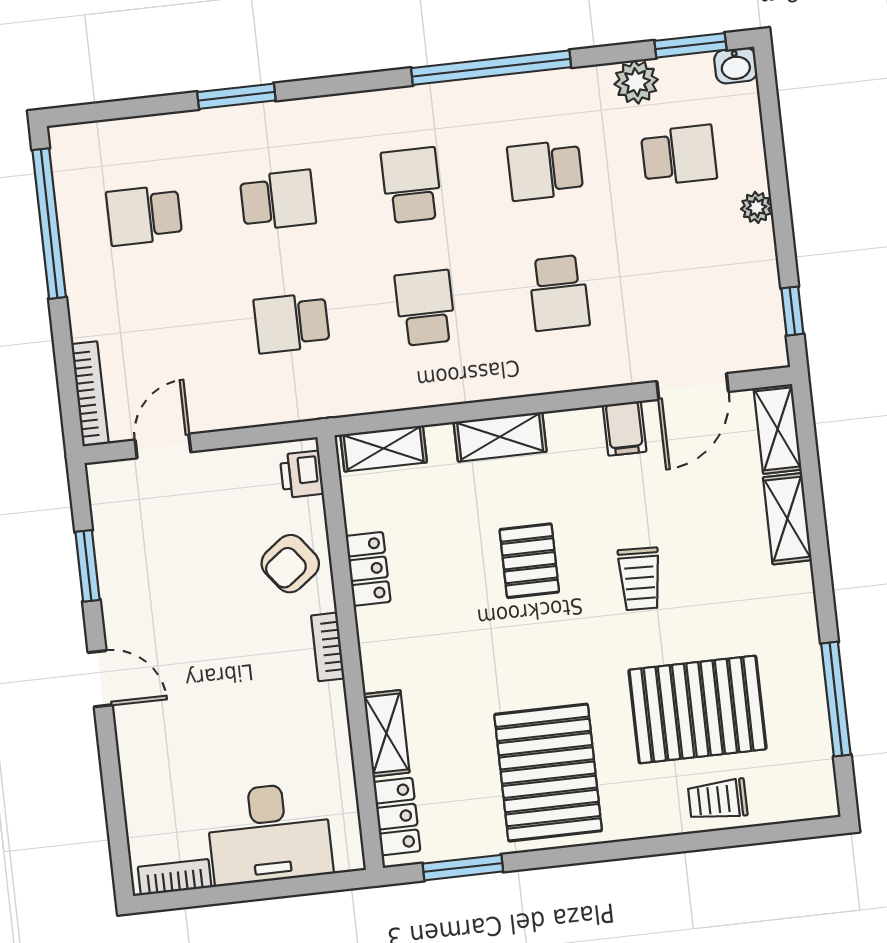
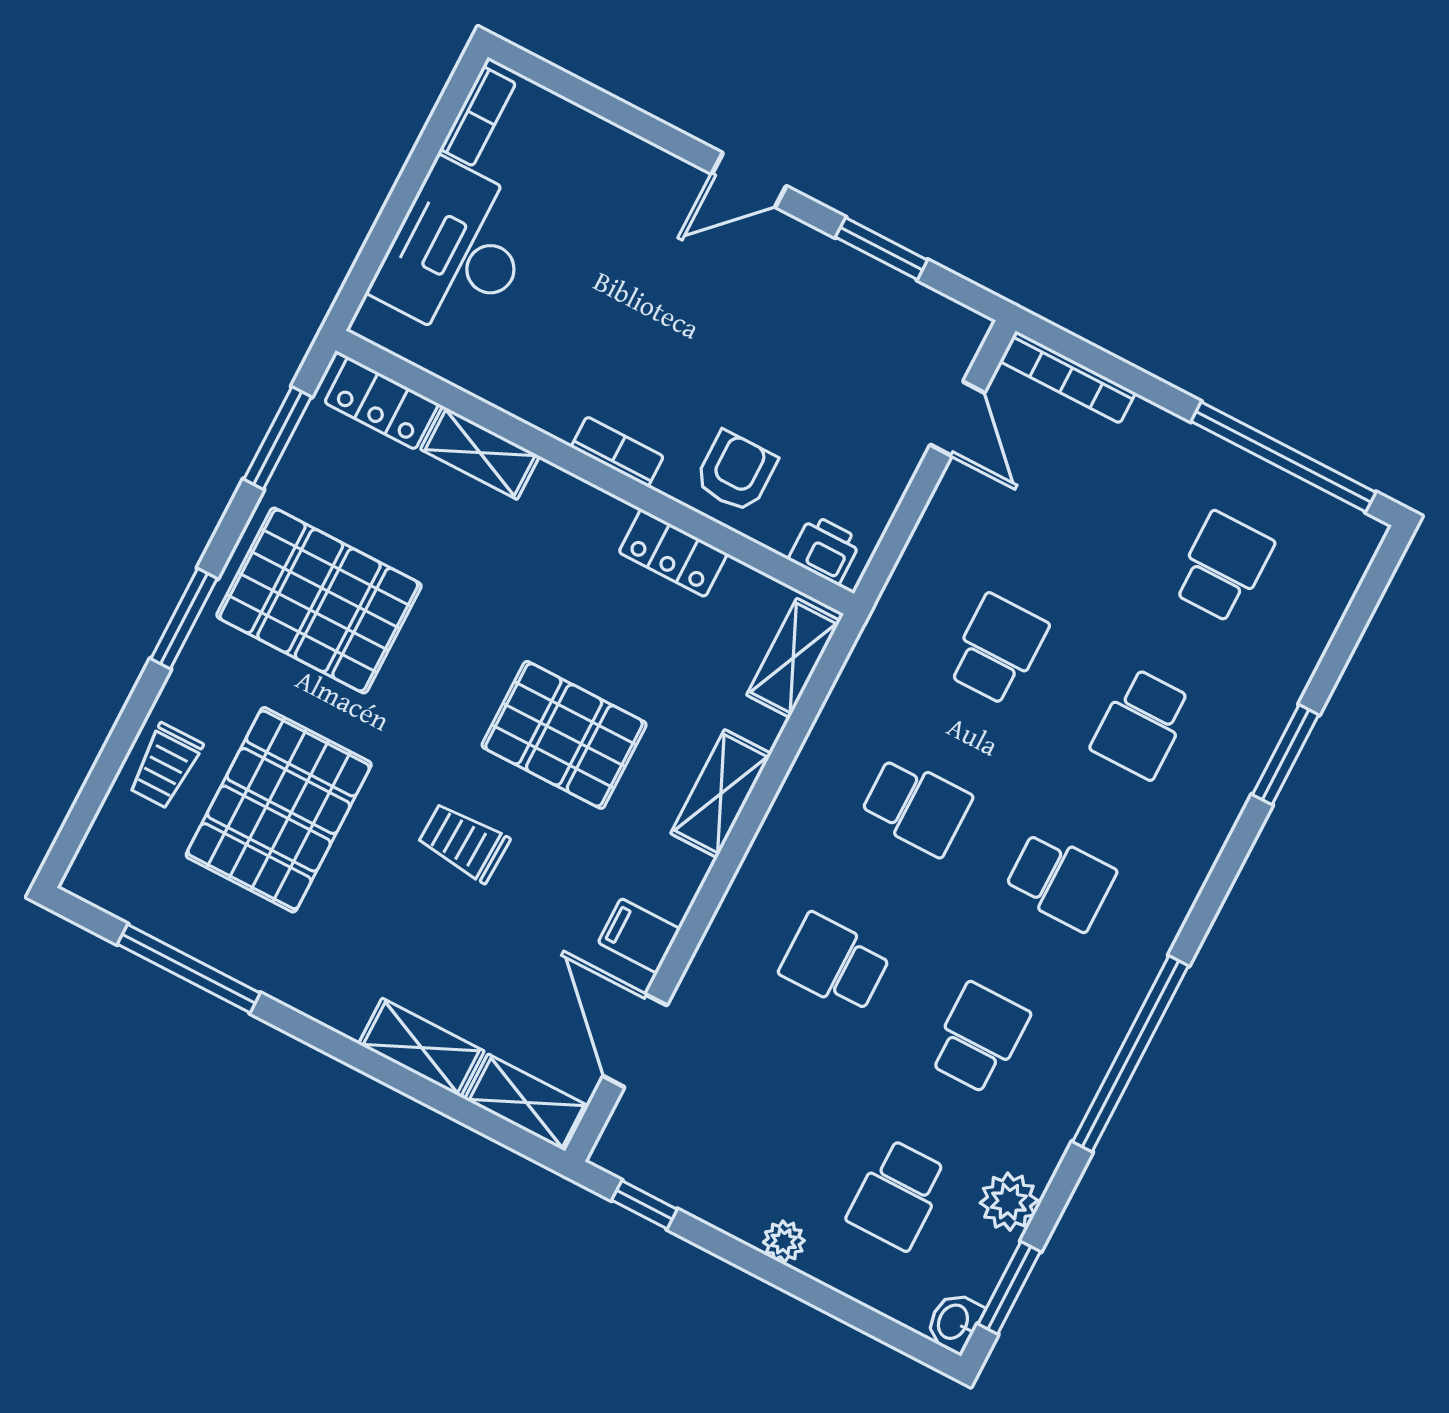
pallet: (529, 561) -> (564, 735), width x1.50, depth x1.42
armchair: (290, 564) -> (736, 472), turned 37
trolley: (718, 800) -> (165, 766), turned 180
window: (617, 850) -> (184, 619), added

